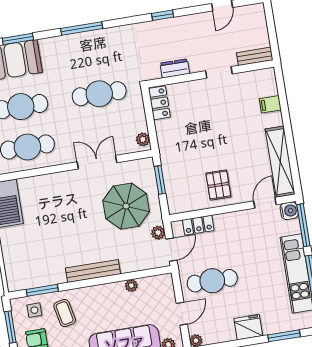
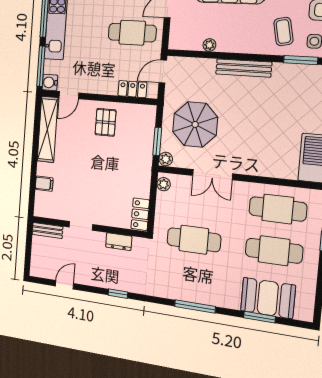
plant: (158, 233) -> (166, 159), moved

